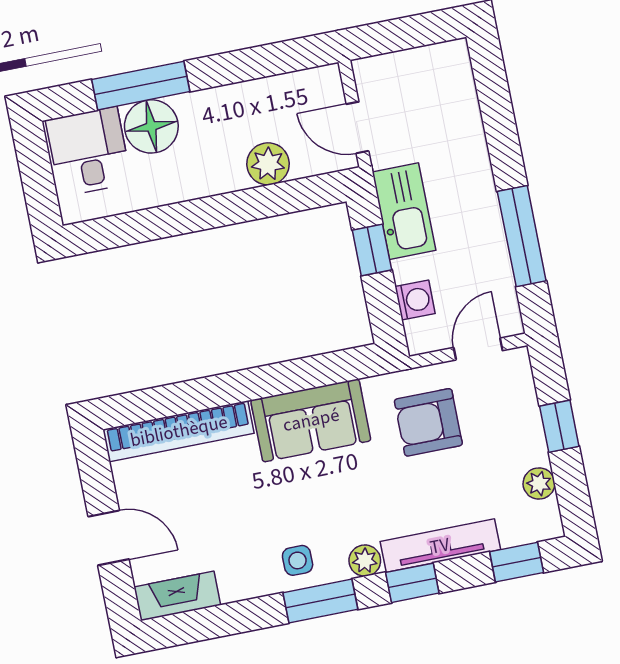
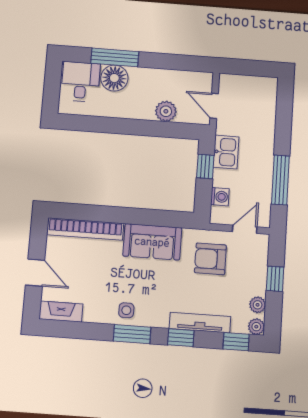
kitchen sink: (404, 211) -> (226, 152), width x0.73
plant: (365, 561) -> (256, 327), moved

